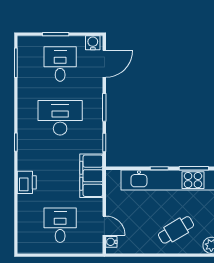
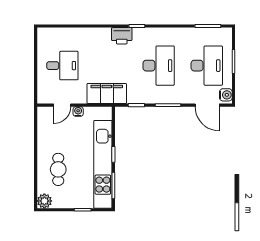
desk: (60, 64) -> (207, 66), width x1.37
printer: (27, 182) -> (122, 36), moved
cafe table: (176, 230) -> (58, 169), turned 31
water cooler: (111, 242) -> (78, 112), moved

